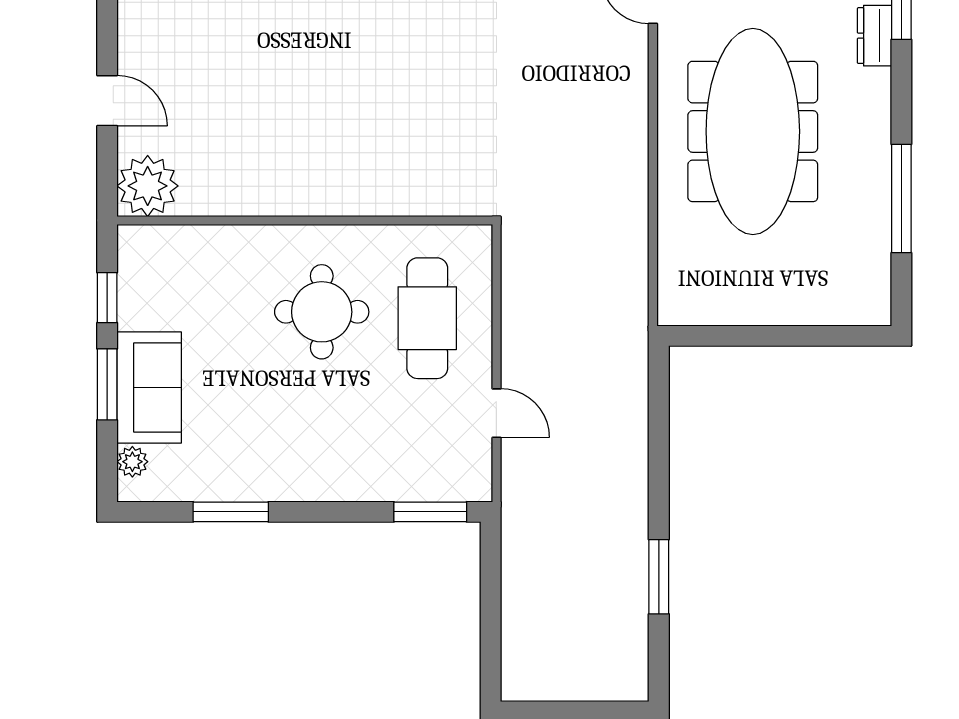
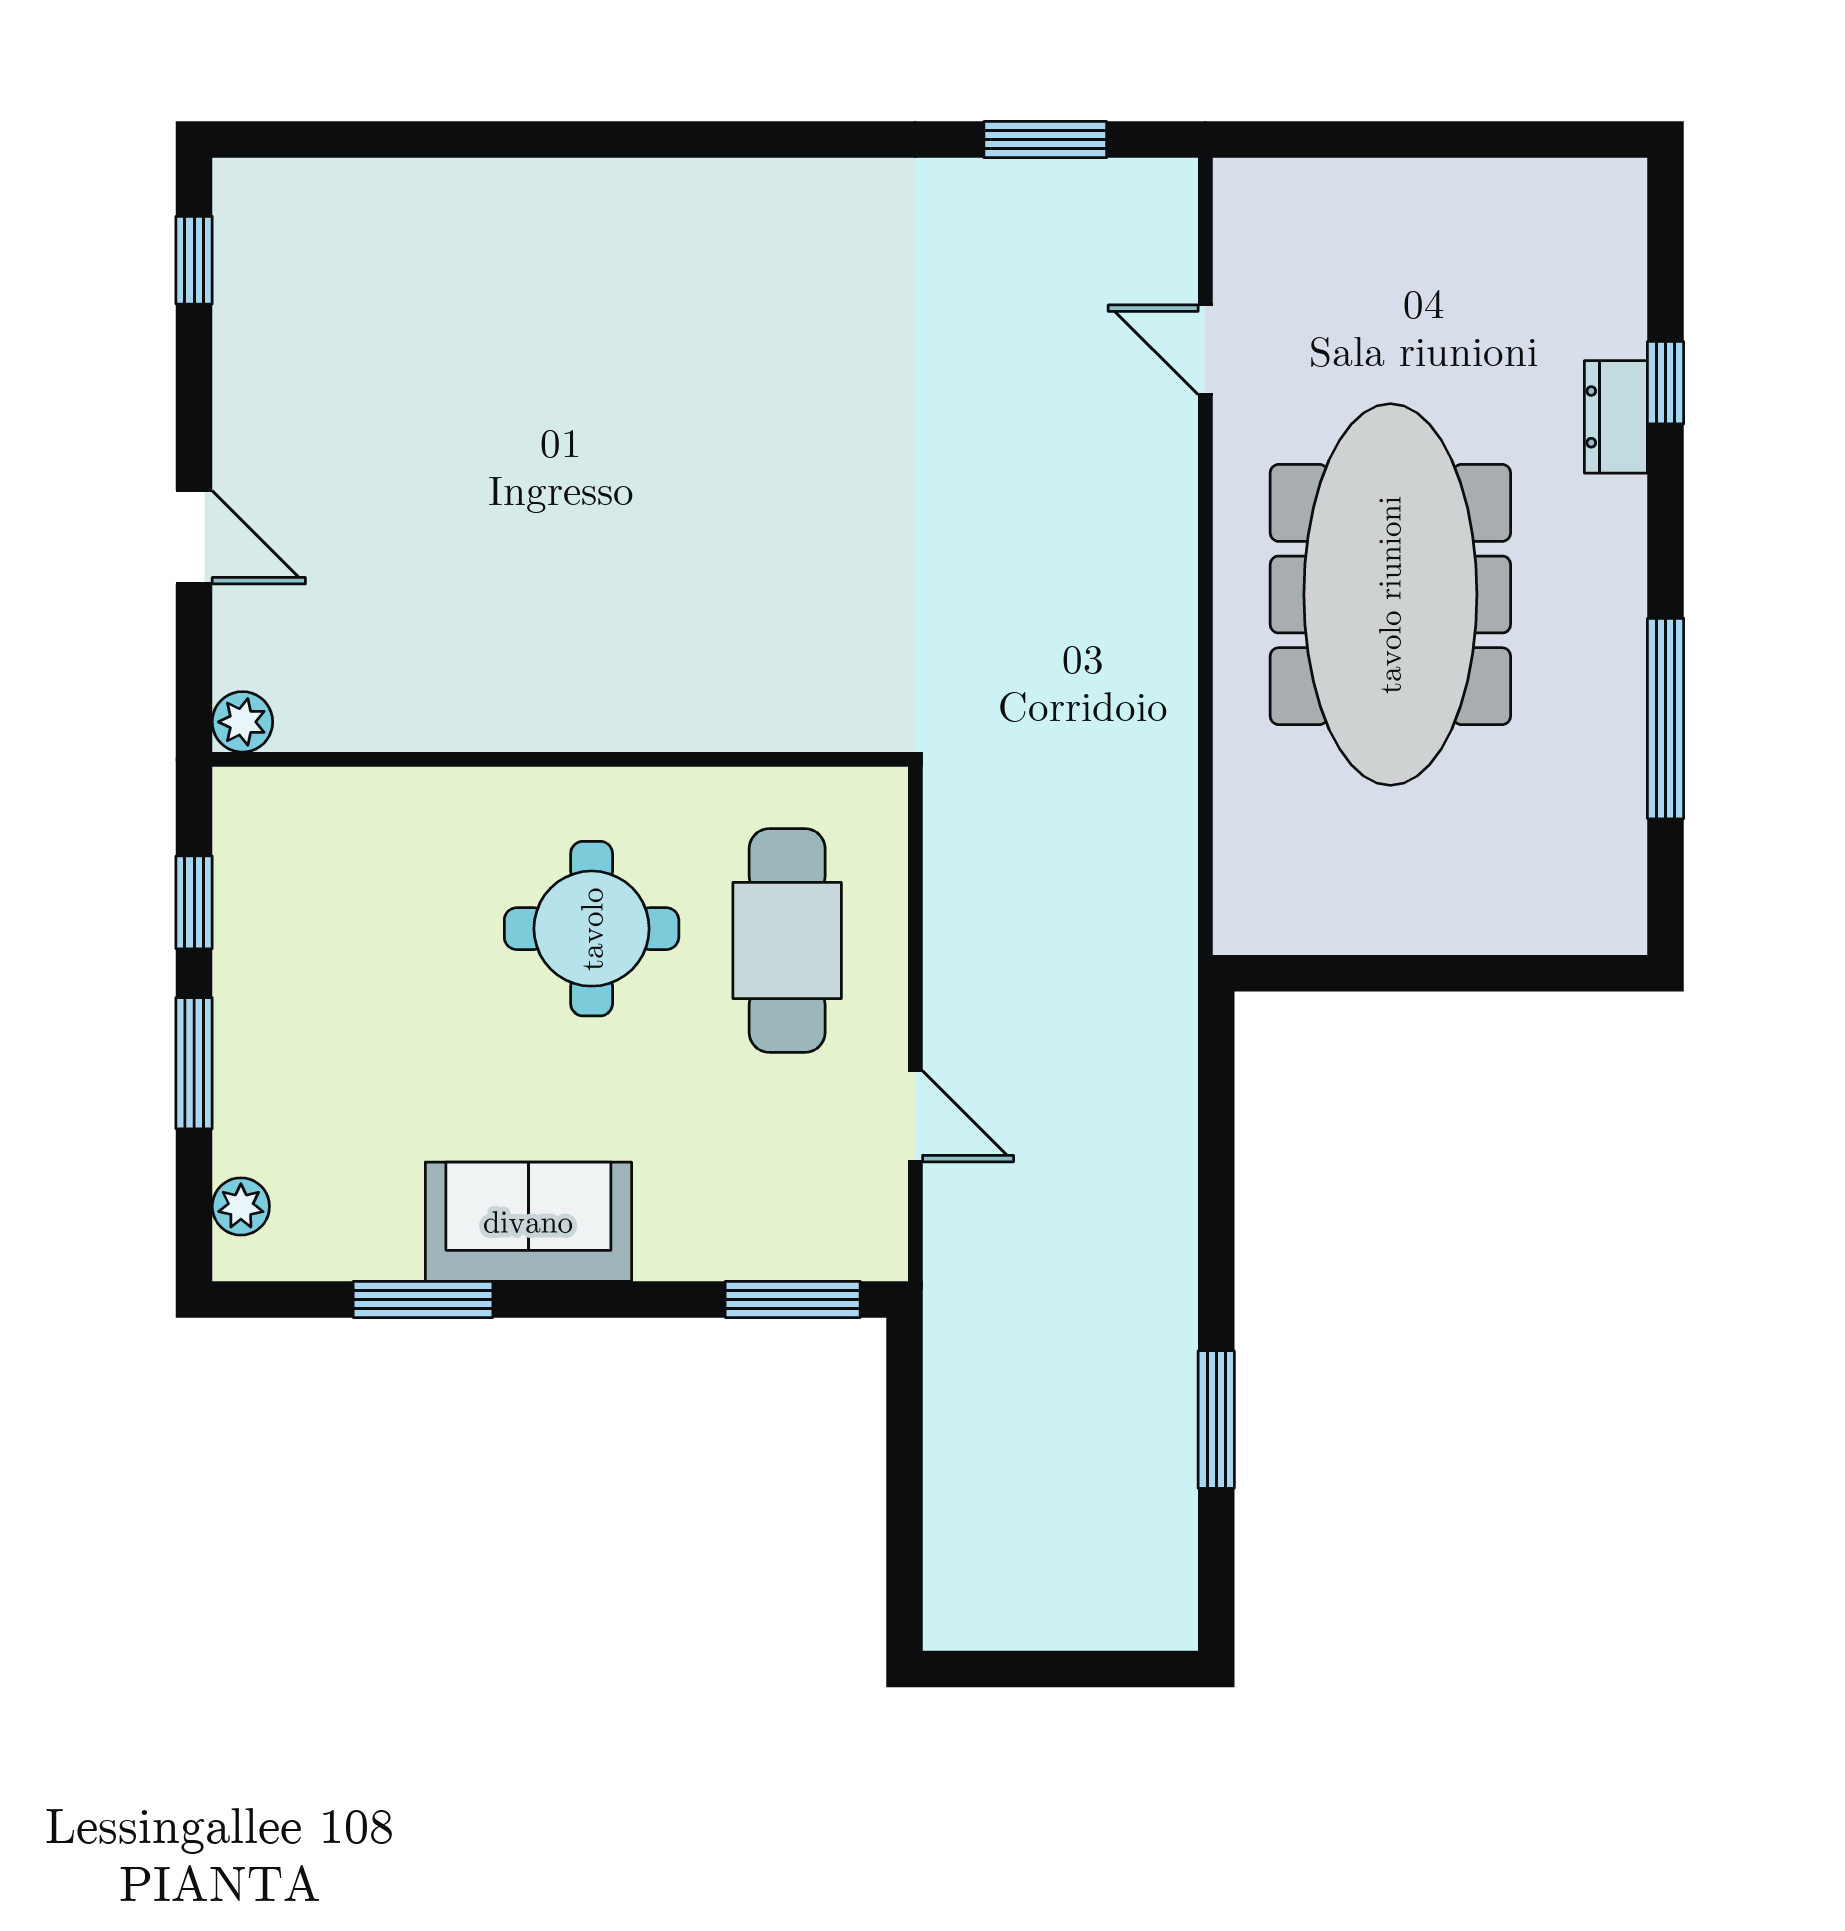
plant: (148, 186) -> (242, 722), width x0.53, depth x0.53
sofa: (149, 388) -> (528, 1222), moved, turned -90

